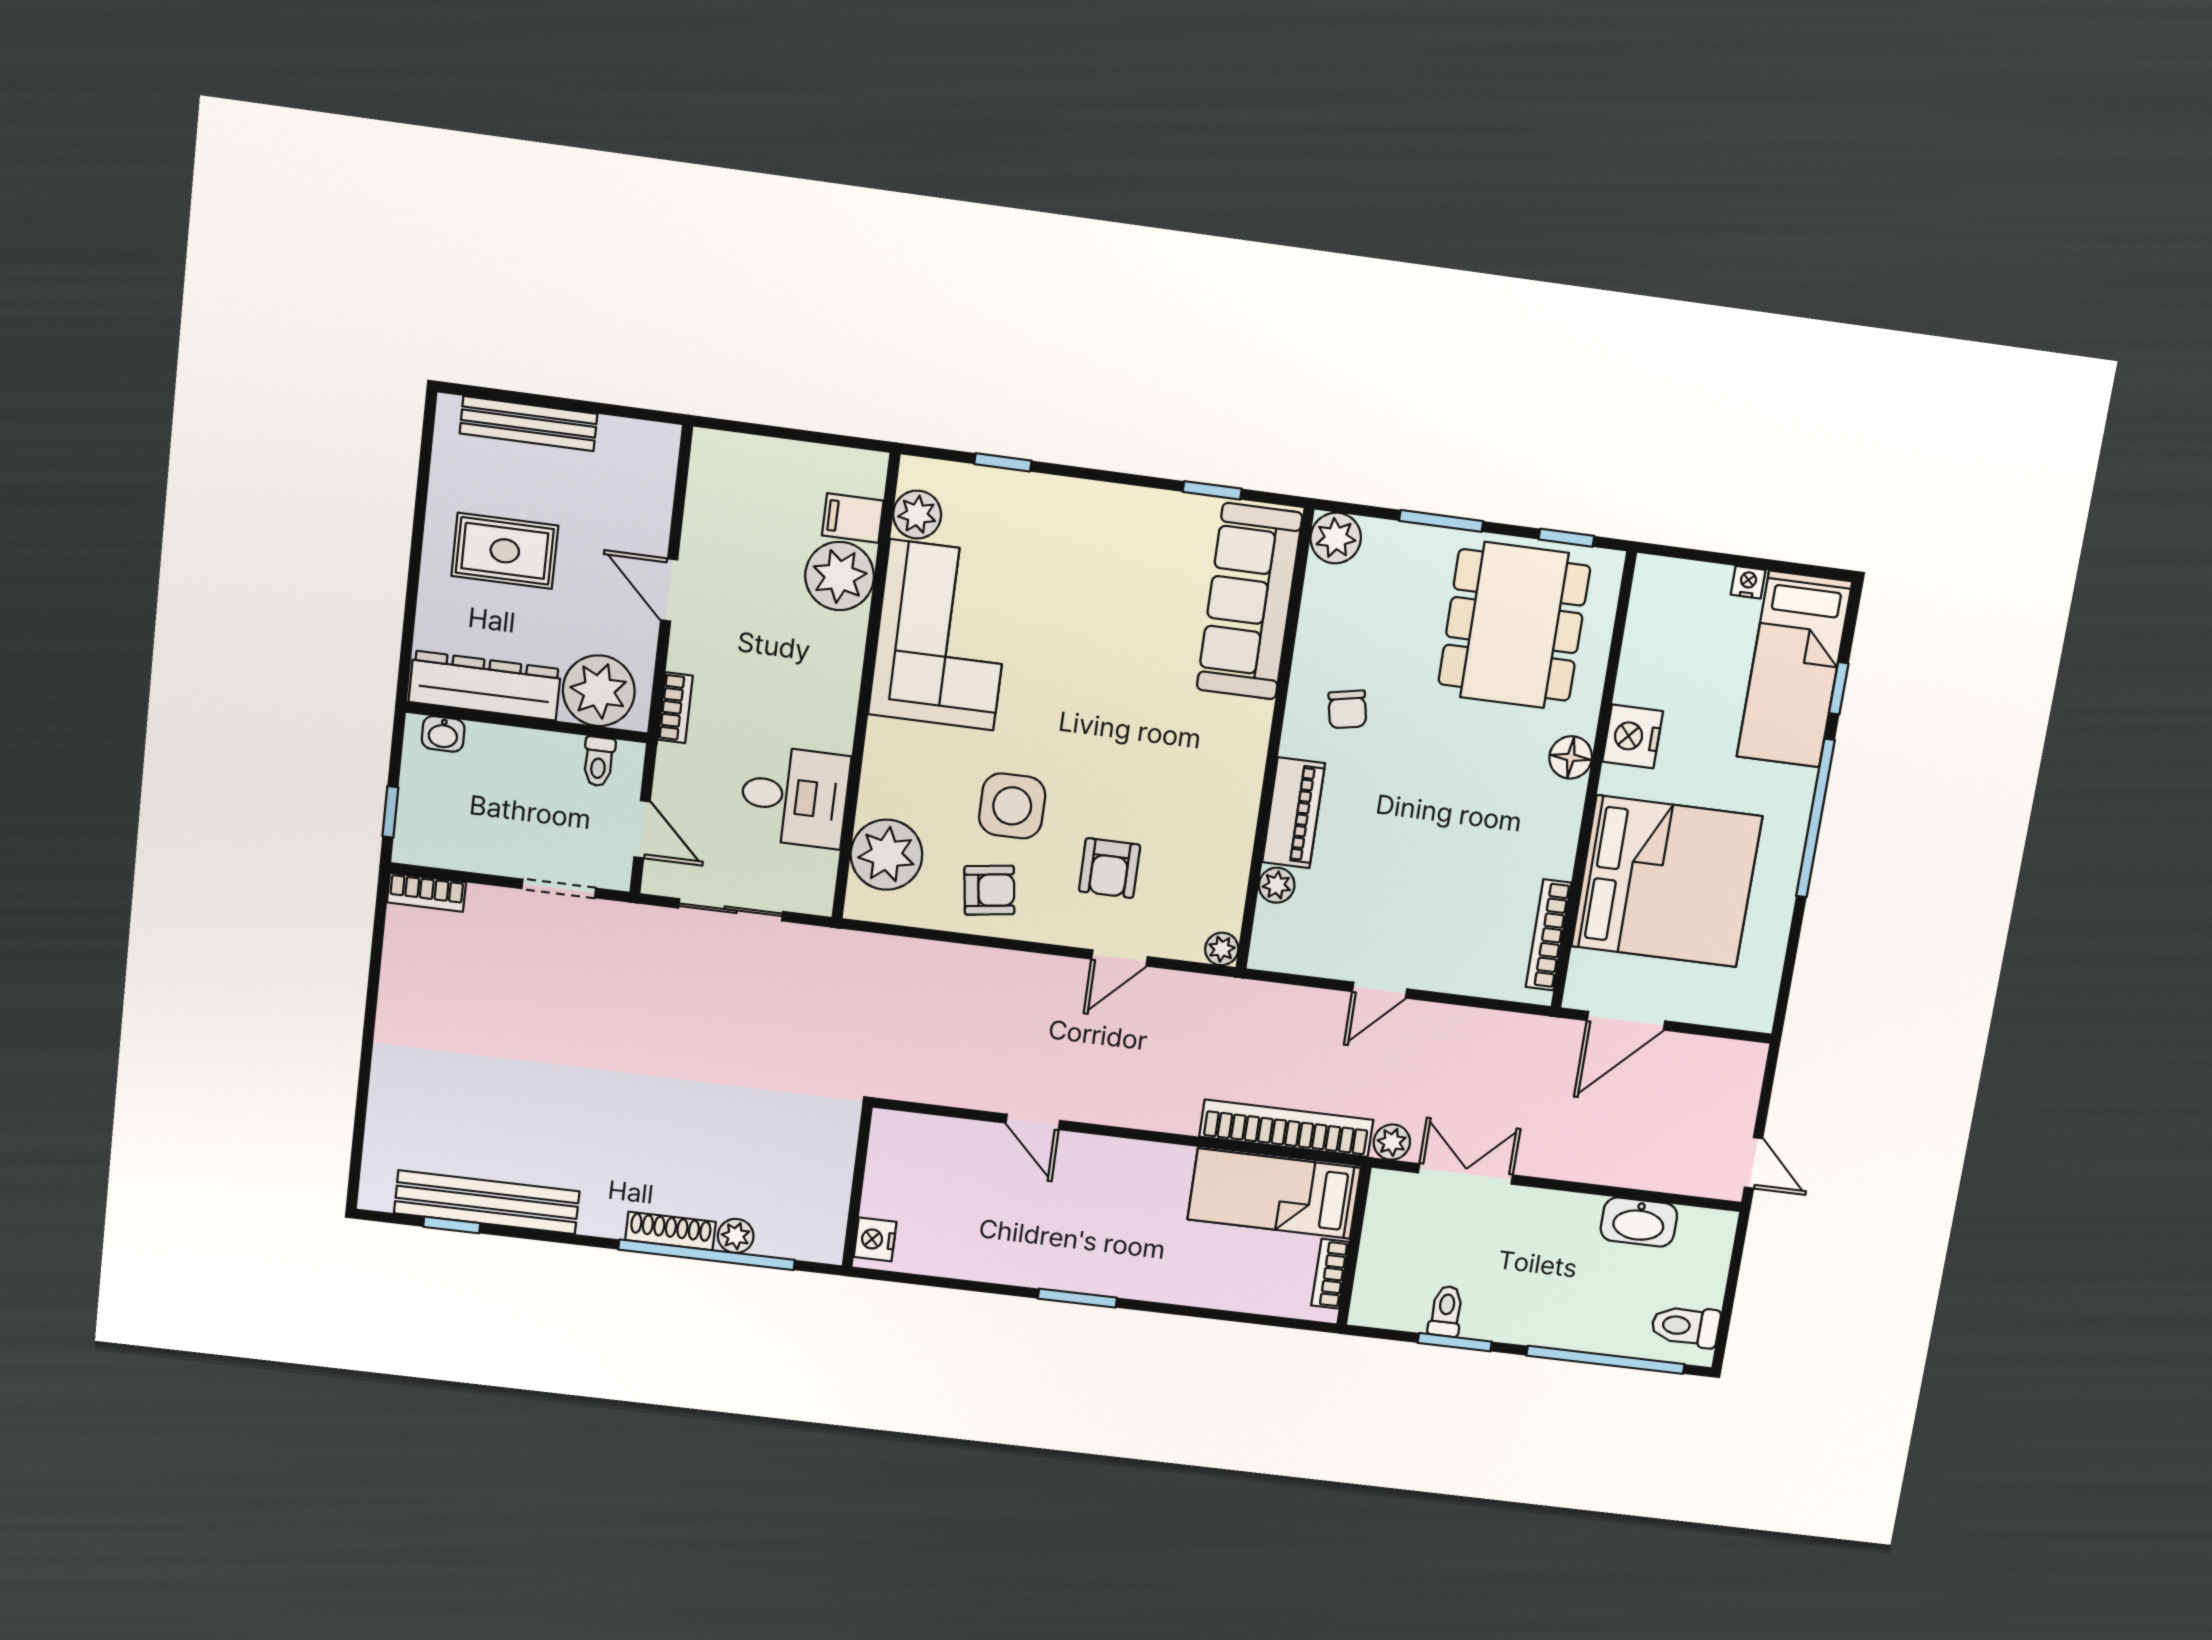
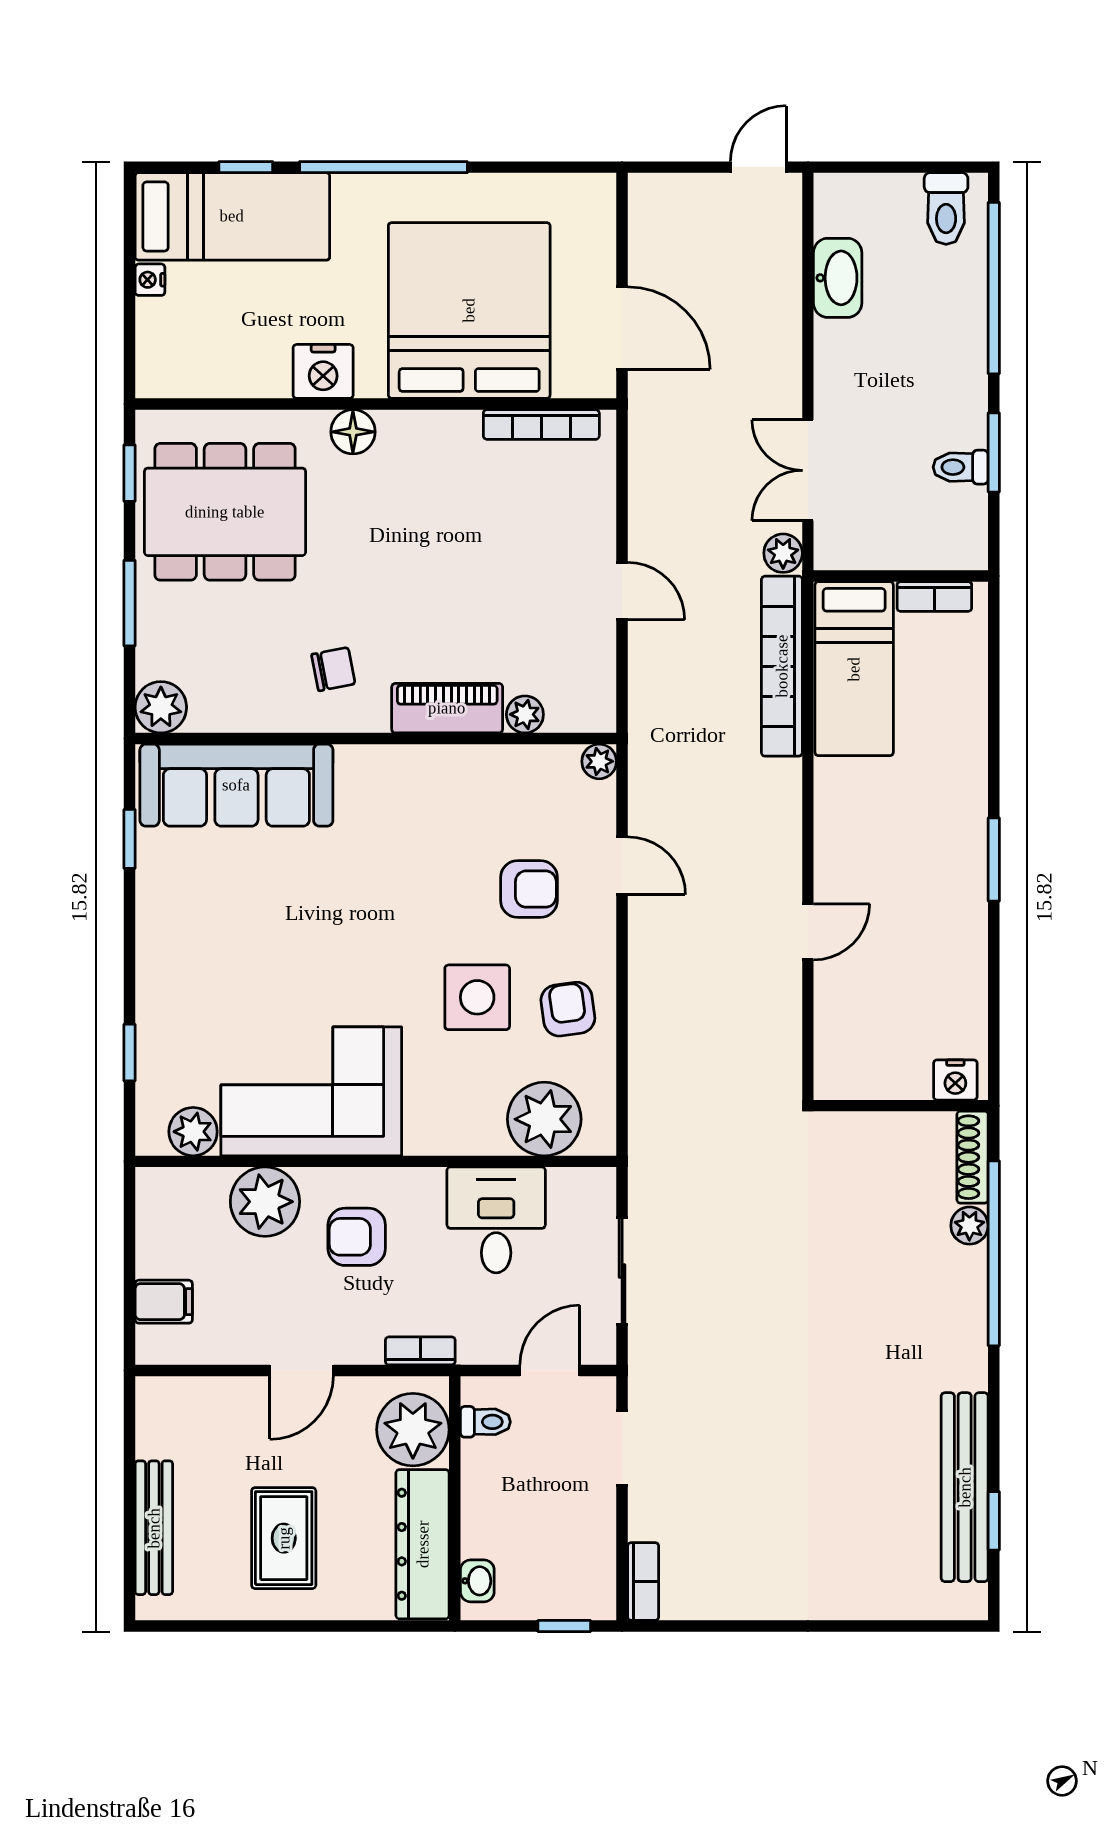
filing cabinet: (853, 518) -> (164, 1302), moved, turned -90
armchair: (794, 661) -> (357, 1237), added
shoe rack: (670, 1231) -> (973, 1157), moved

